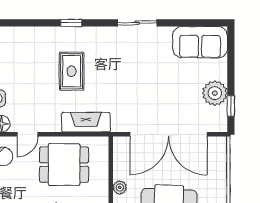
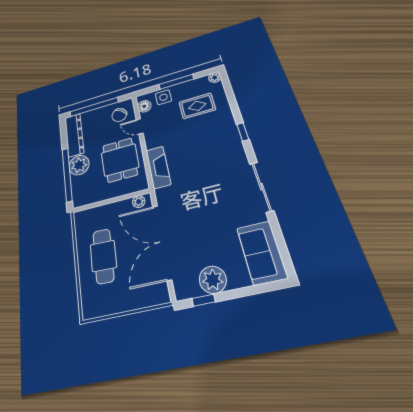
sliding door: (137, 23) -> (262, 187), width x1.37
rug: (72, 71) -> (197, 106), moved
plant: (120, 187) -> (139, 202), moved

